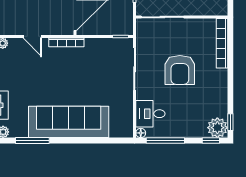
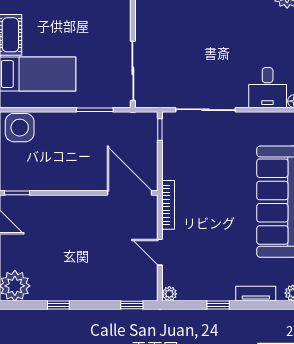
door: (32, 36) -> (160, 252), swing flipped
armchair: (180, 70) -> (207, 47), removed

